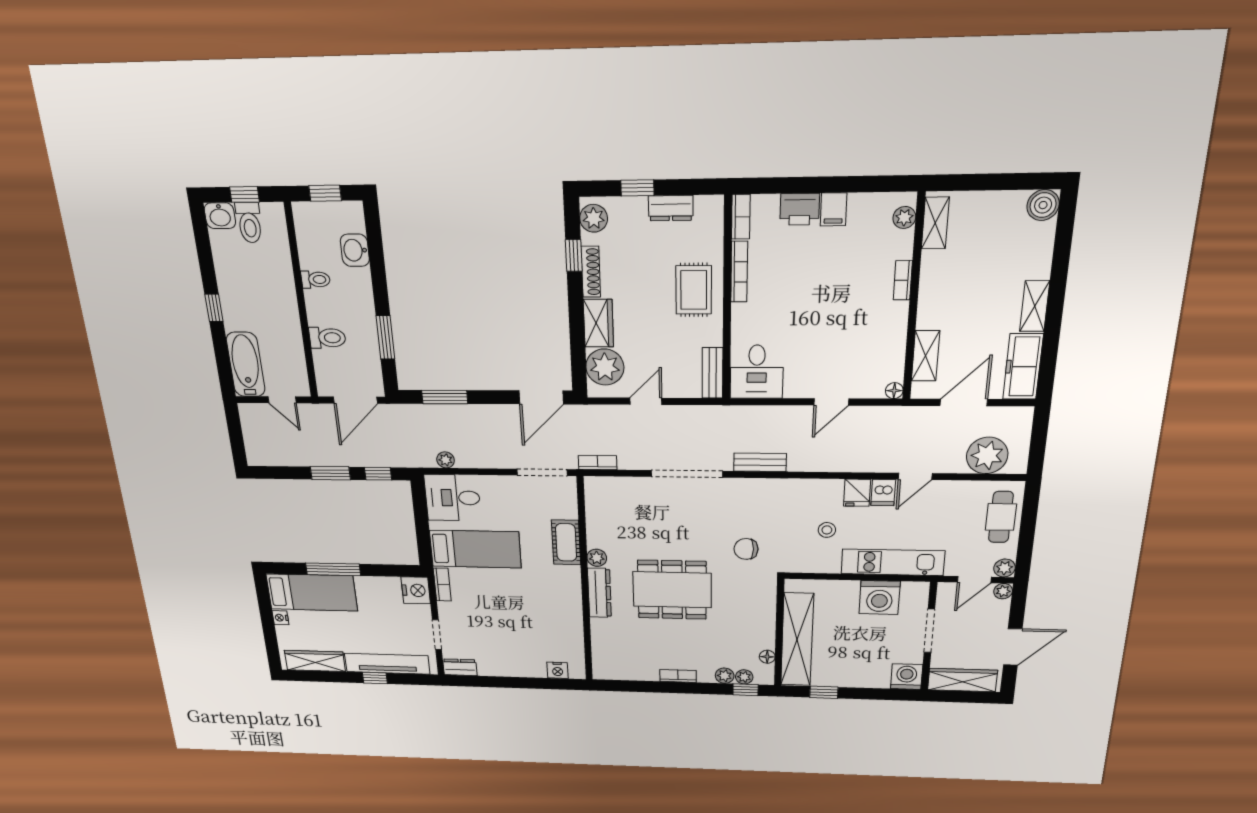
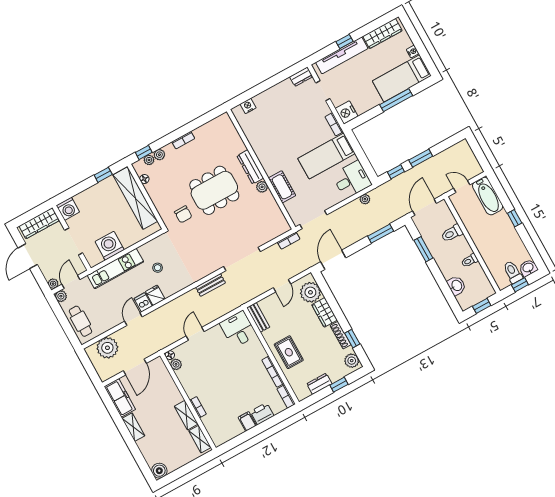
plant: (904, 217) -> (176, 364), moved
shelving: (925, 356) -> (186, 415), moved
chair: (746, 549) -> (183, 214), moved, turned 90

